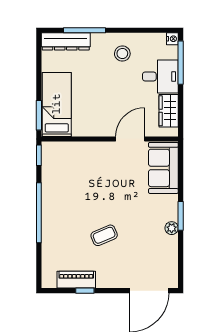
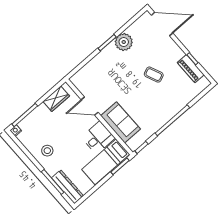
desk: (160, 77) -> (98, 138), moved, turned 90
sofa: (163, 168) -> (120, 122), moved, turned -90
plant: (172, 228) -> (124, 42), width x1.88, depth x1.88

